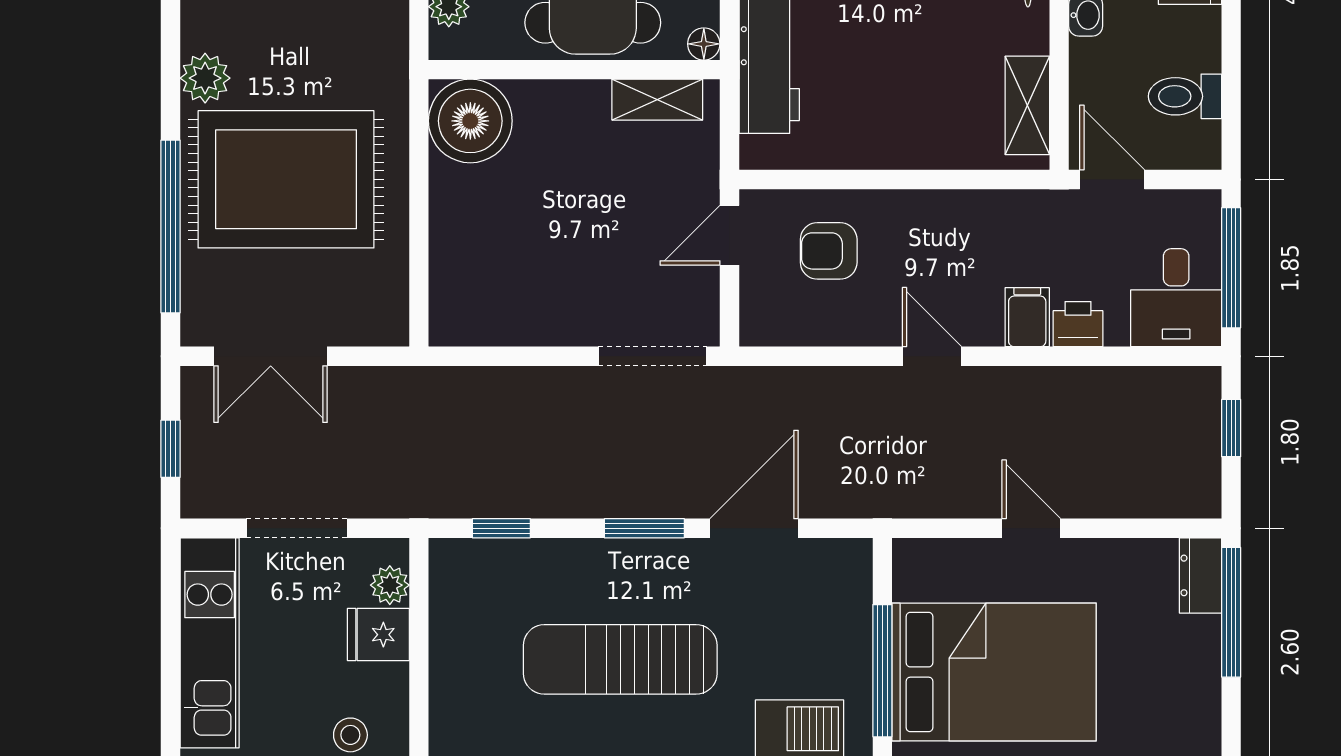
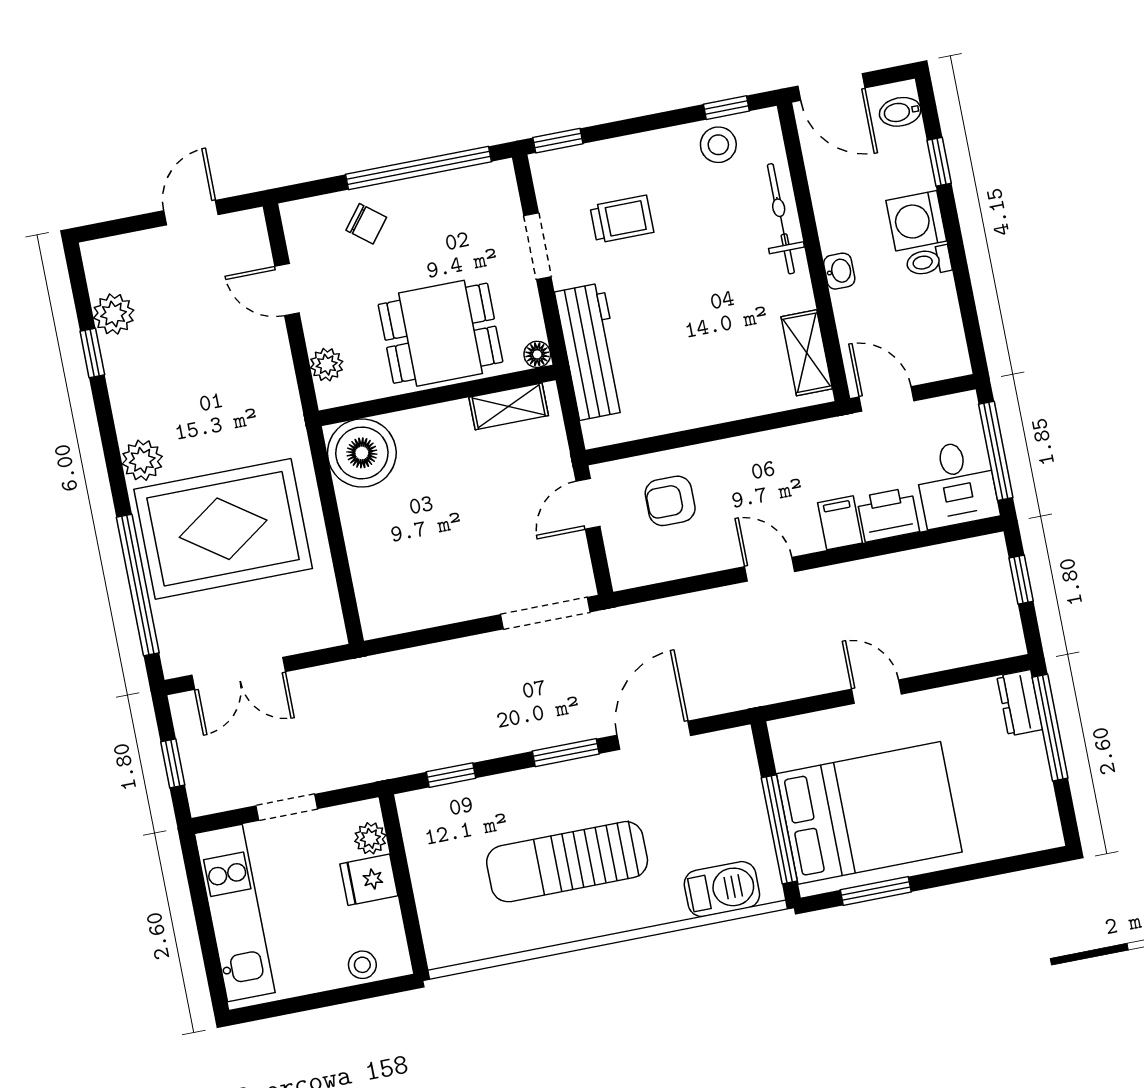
toilet: (1185, 96) -> (929, 261), moved, width x0.73, depth x0.72
printer: (1078, 324) -> (888, 515), width x1.36, depth x1.24
doorway: (297, 528) -> (287, 807), width x0.73

